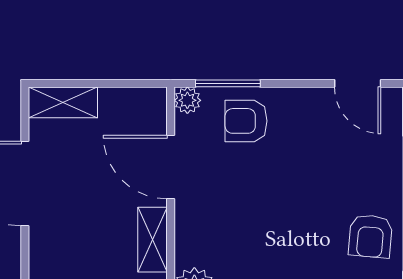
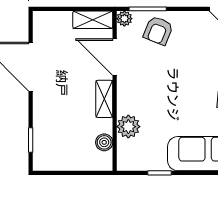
shelving: (63, 102) -> (93, 20), moved
armchair: (246, 121) -> (158, 31), turned -68

